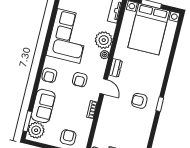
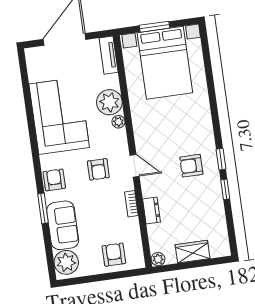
dresser: (116, 68) -> (152, 211), moved
armchair: (49, 75) -> (54, 180), turned 180
window: (27, 121) -> (43, 208), moved
window: (155, 124) -> (225, 189), added

